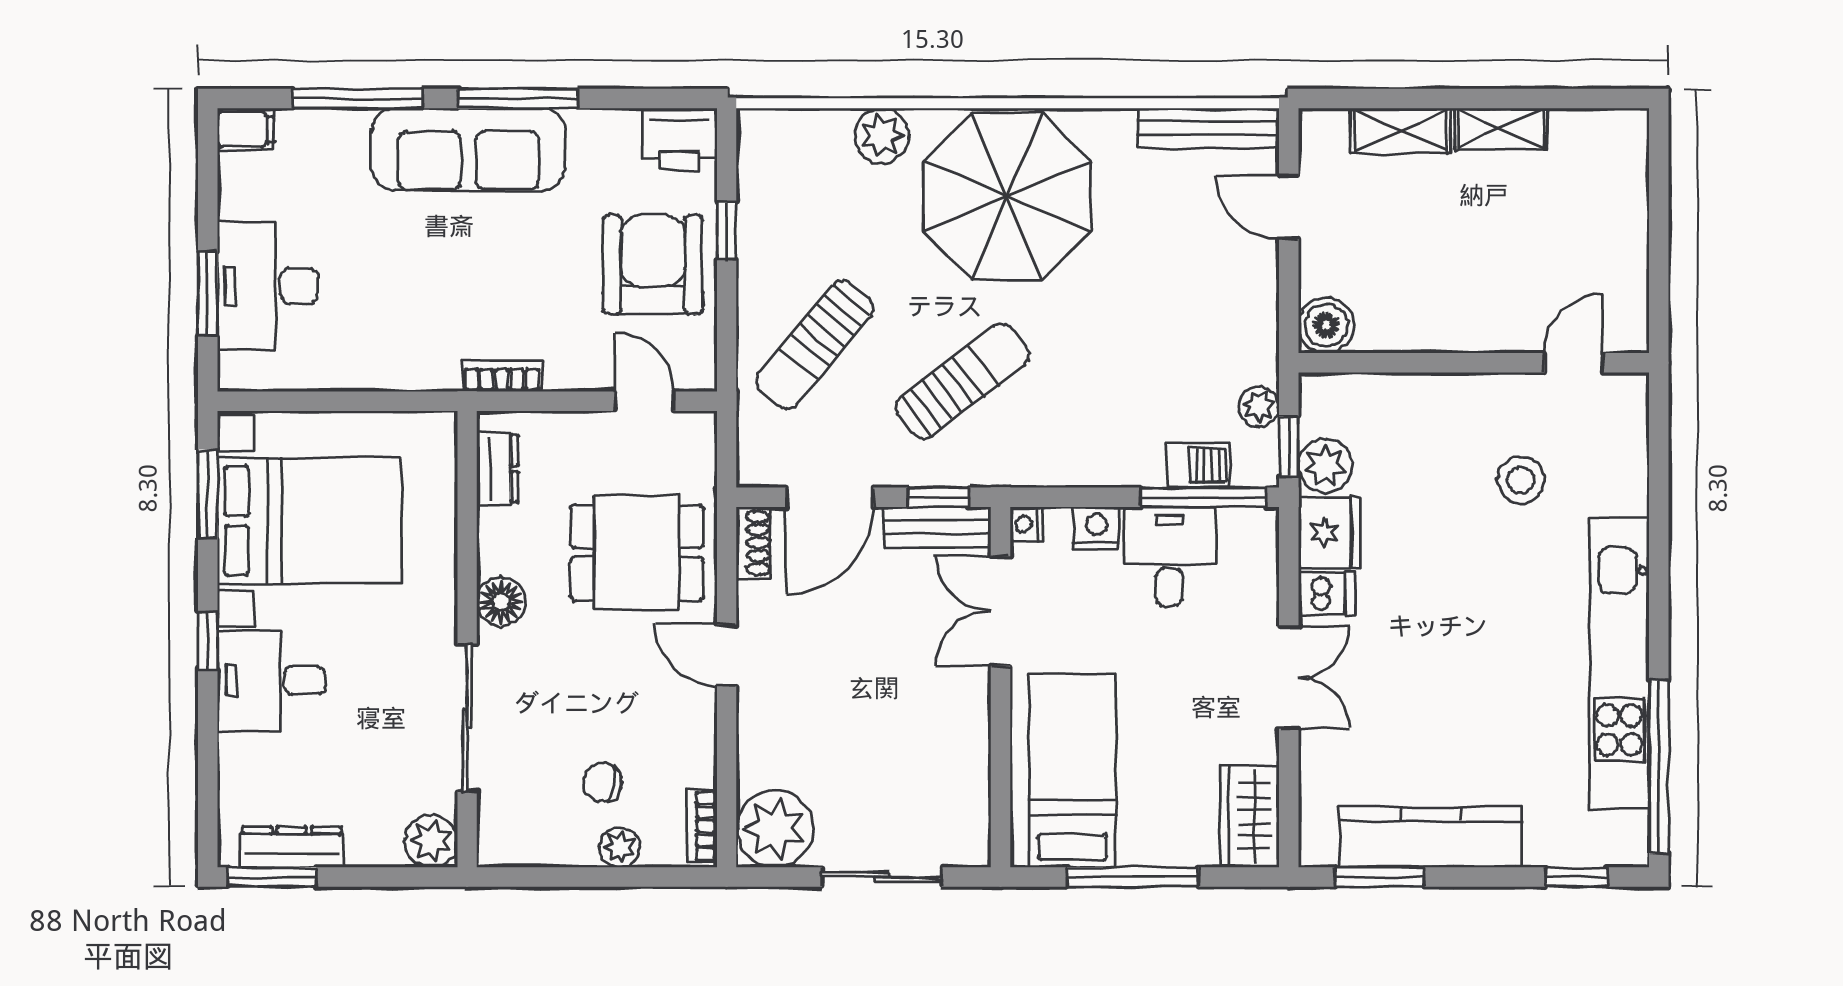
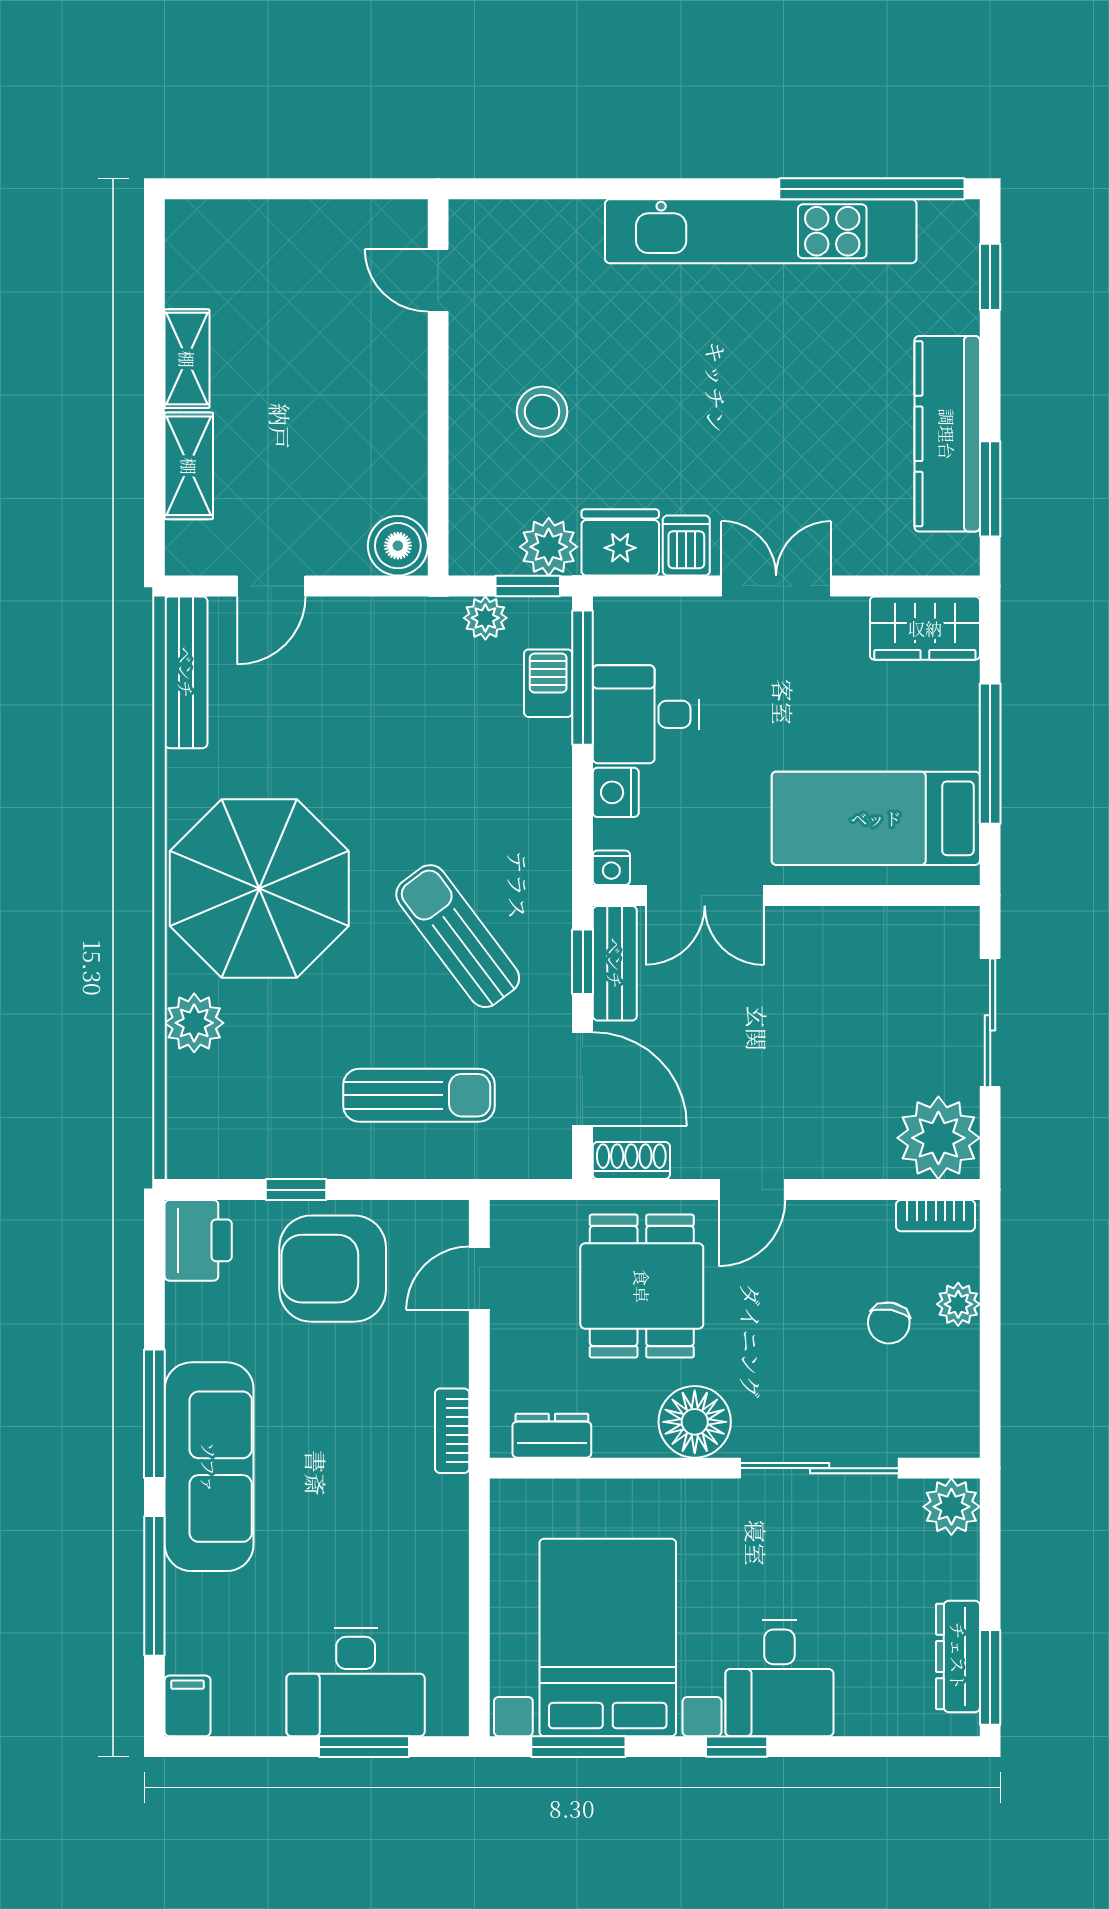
sun lounger: (814, 345) -> (419, 1095), turned -40
stool: (1521, 480) -> (542, 412), moved
floor lamp: (501, 602) -> (695, 1422), width x1.38, depth x1.38

